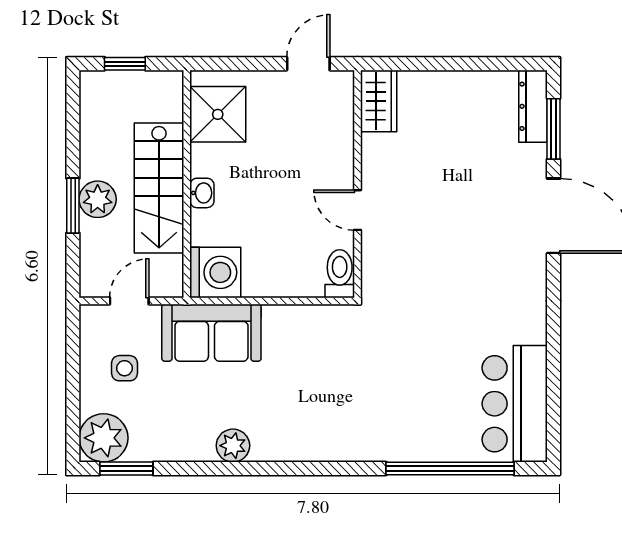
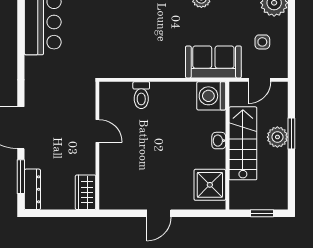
wardrobe: (379, 101) -> (86, 192), moved
wall: (357, 184) -> (97, 146), moved
door: (357, 210) -> (97, 131), moved

